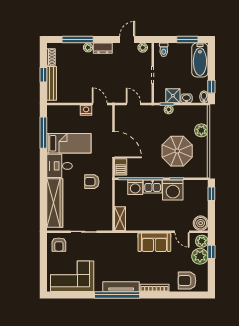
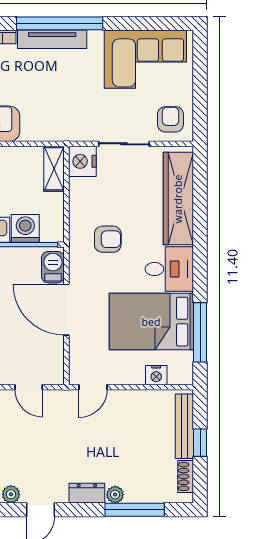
door: (100, 104) -> (93, 387), hinge flipped
nightstand: (86, 110) -> (156, 375), moved
bed: (69, 143) -> (151, 322), width x1.50
nightstand: (105, 222) -> (82, 161), added

